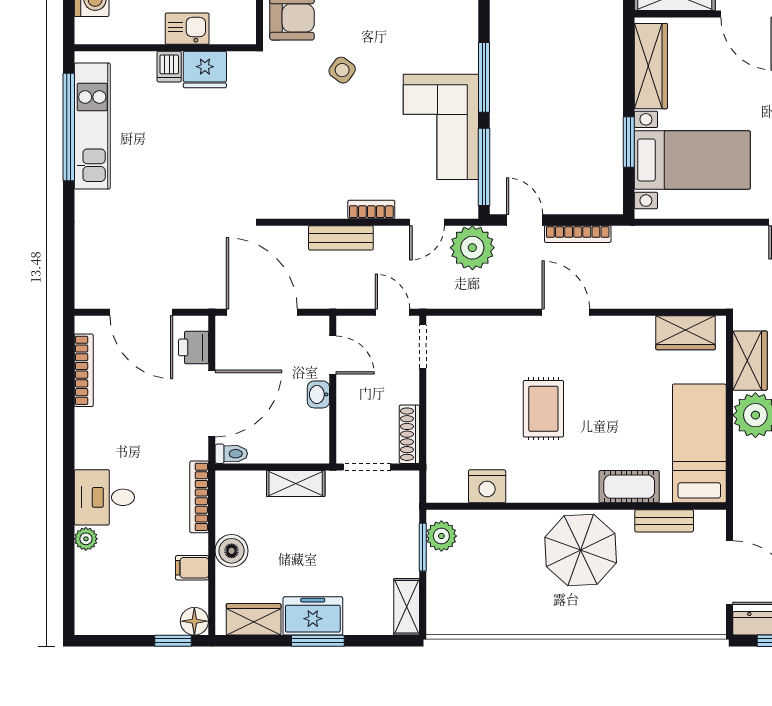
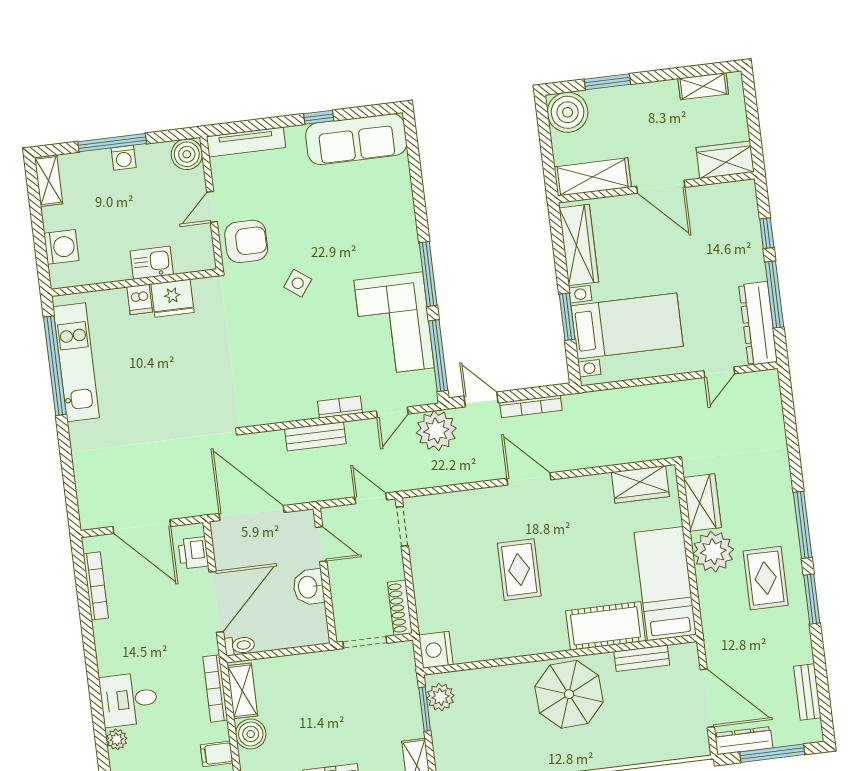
washbasin: (318, 394) -> (309, 587), width x1.38, depth x1.45
shelving: (296, 483) -> (242, 691), moved, turned 90
nightstand: (487, 486) -> (436, 650), moved, turned 90
cot: (629, 487) -> (606, 626), width x1.37, depth x1.34

